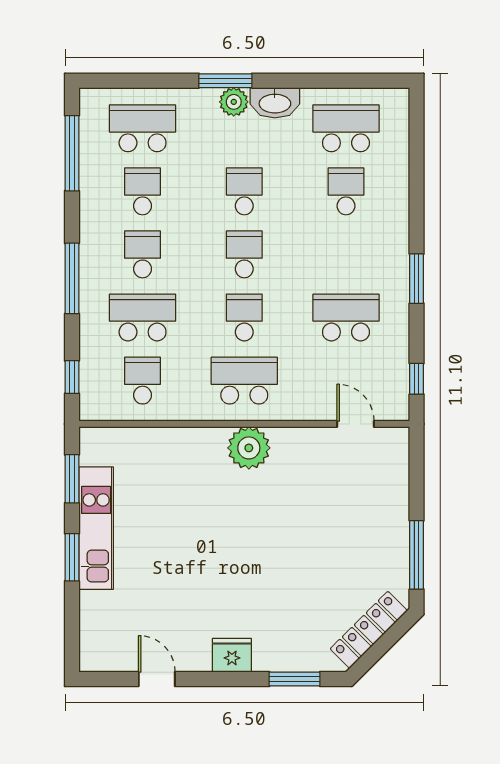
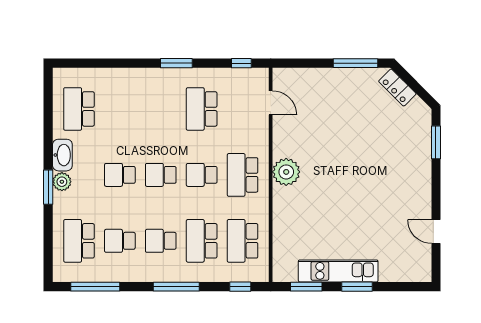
school desk: (346, 191) -> (120, 109), removed
school desk: (143, 381) -> (243, 241), width x1.85
door: (356, 424) -> (271, 103), swing flipped
locker: (369, 630) -> (397, 88), width x0.66
fridge: (232, 655) -> (421, 183), removed
door: (157, 679) -> (436, 232), hinge flipped

